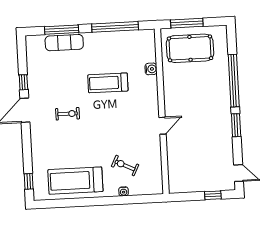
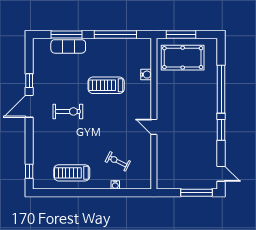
exercise bike: (68, 114) -> (68, 111), width x1.38, depth x1.39
door: (162, 126) -> (154, 127), swing flipped
treadmill: (75, 181) -> (72, 173), width x0.73, depth x0.73
window: (213, 195) -> (197, 193), width x2.17

